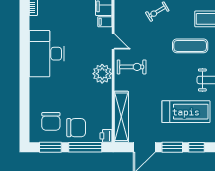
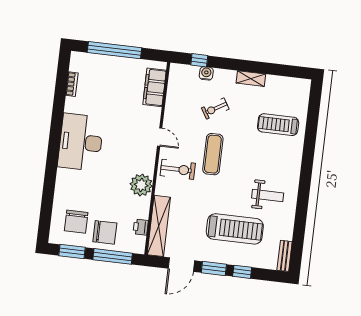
filing cabinet: (105, 22) -> (153, 113), removed
exercise mat: (190, 46) -> (213, 154), moved, turned 90
plant: (102, 74) -> (141, 185), moved
printer: (106, 136) -> (141, 227), moved

